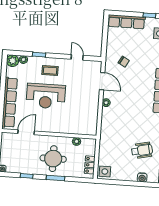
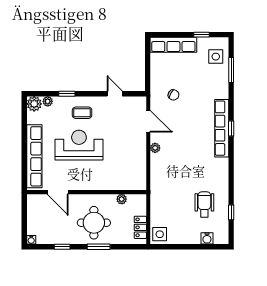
reception desk: (46, 96) -> (79, 145), turned 180
door: (26, 132) -> (58, 192), swing flipped
wheelchair: (142, 150) -> (204, 204), turned -77

